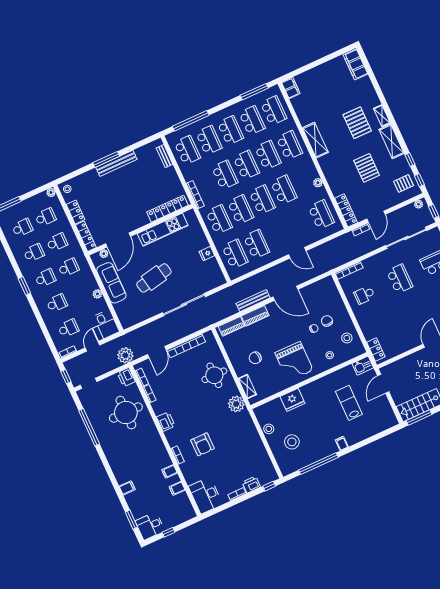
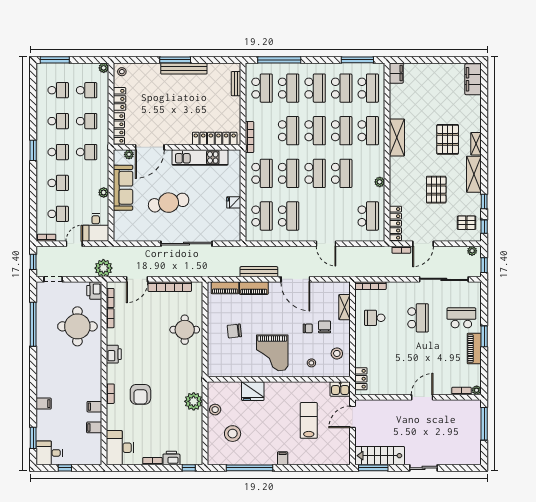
shelving: (247, 386) -> (345, 307), moved
plant: (236, 404) -> (194, 401), moved

